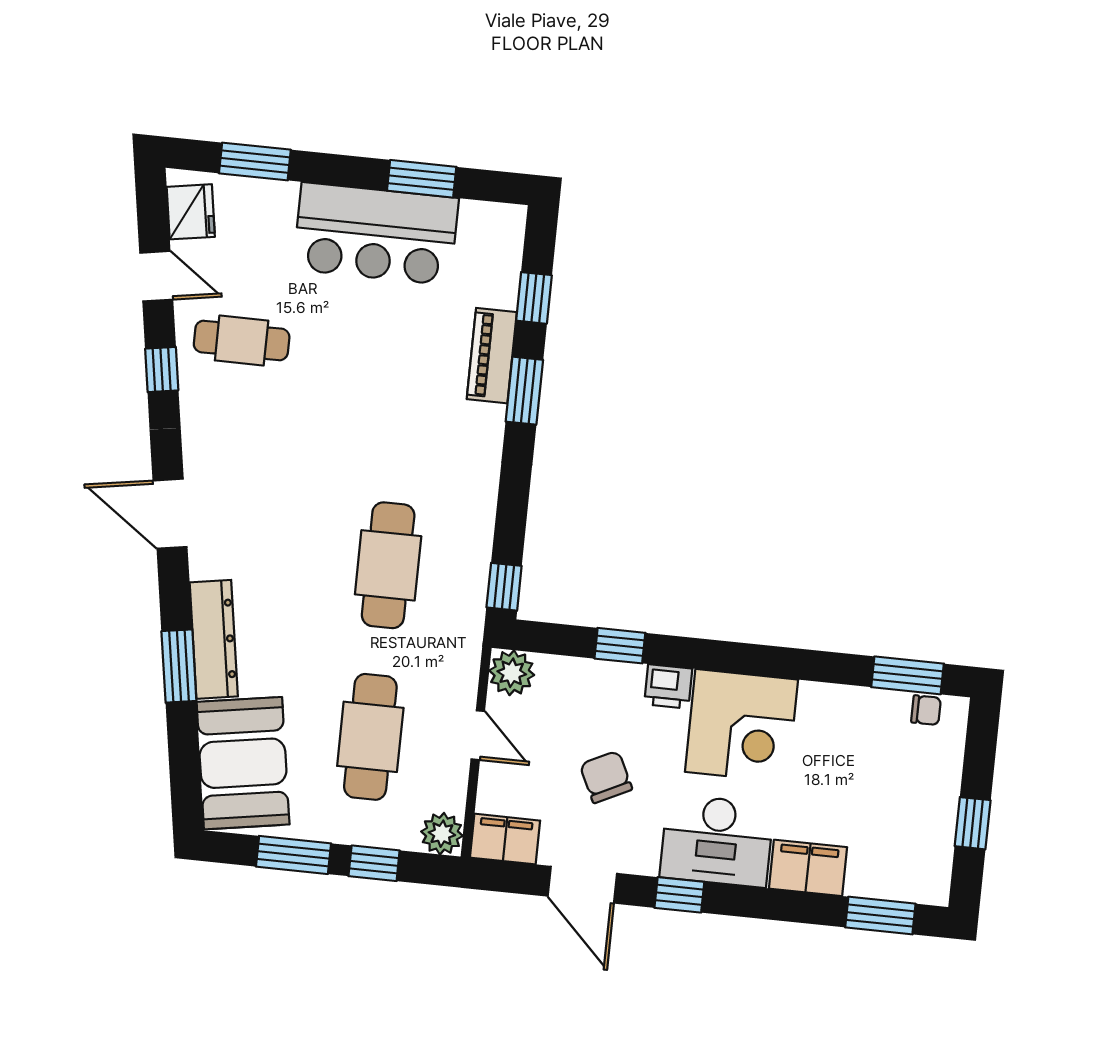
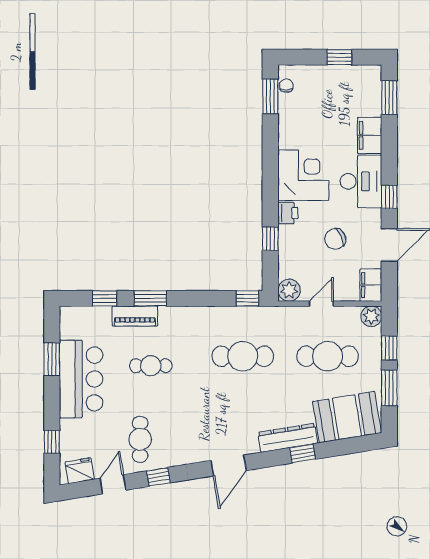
window: (255, 162) -> (52, 442), width x0.67
cafe table: (388, 377) -> (151, 366), added
window: (179, 666) -> (303, 453), width x0.67

